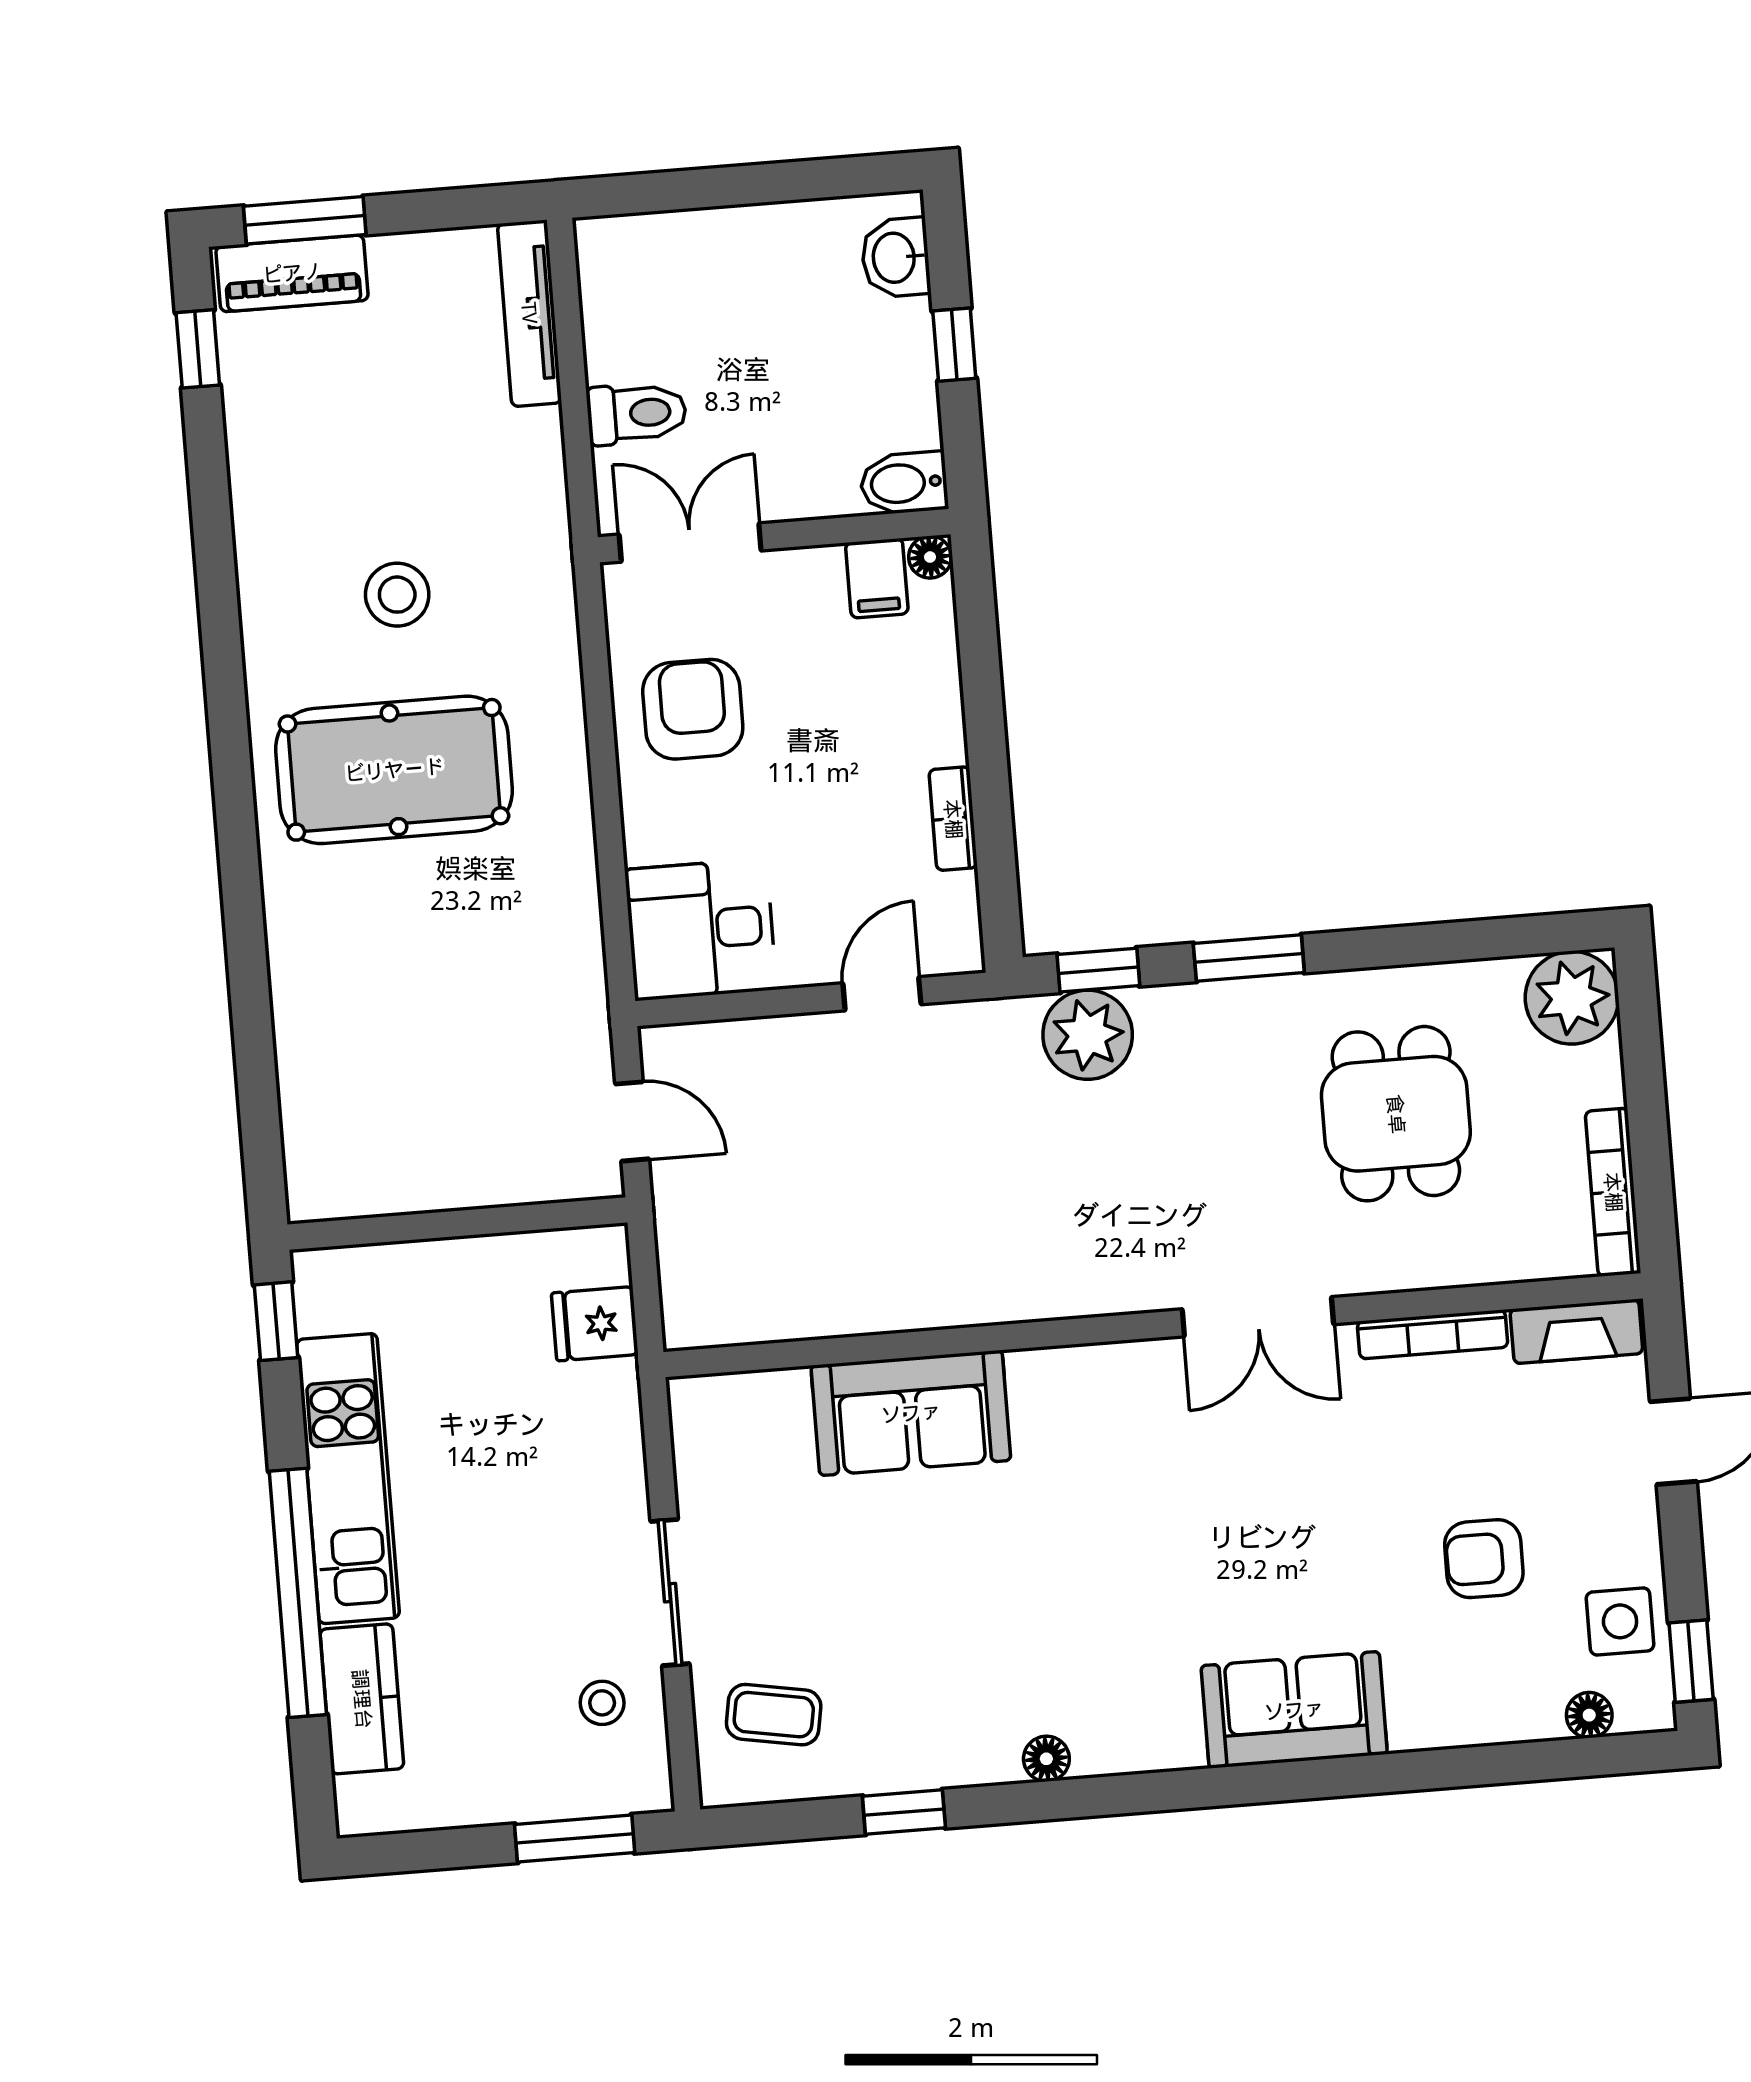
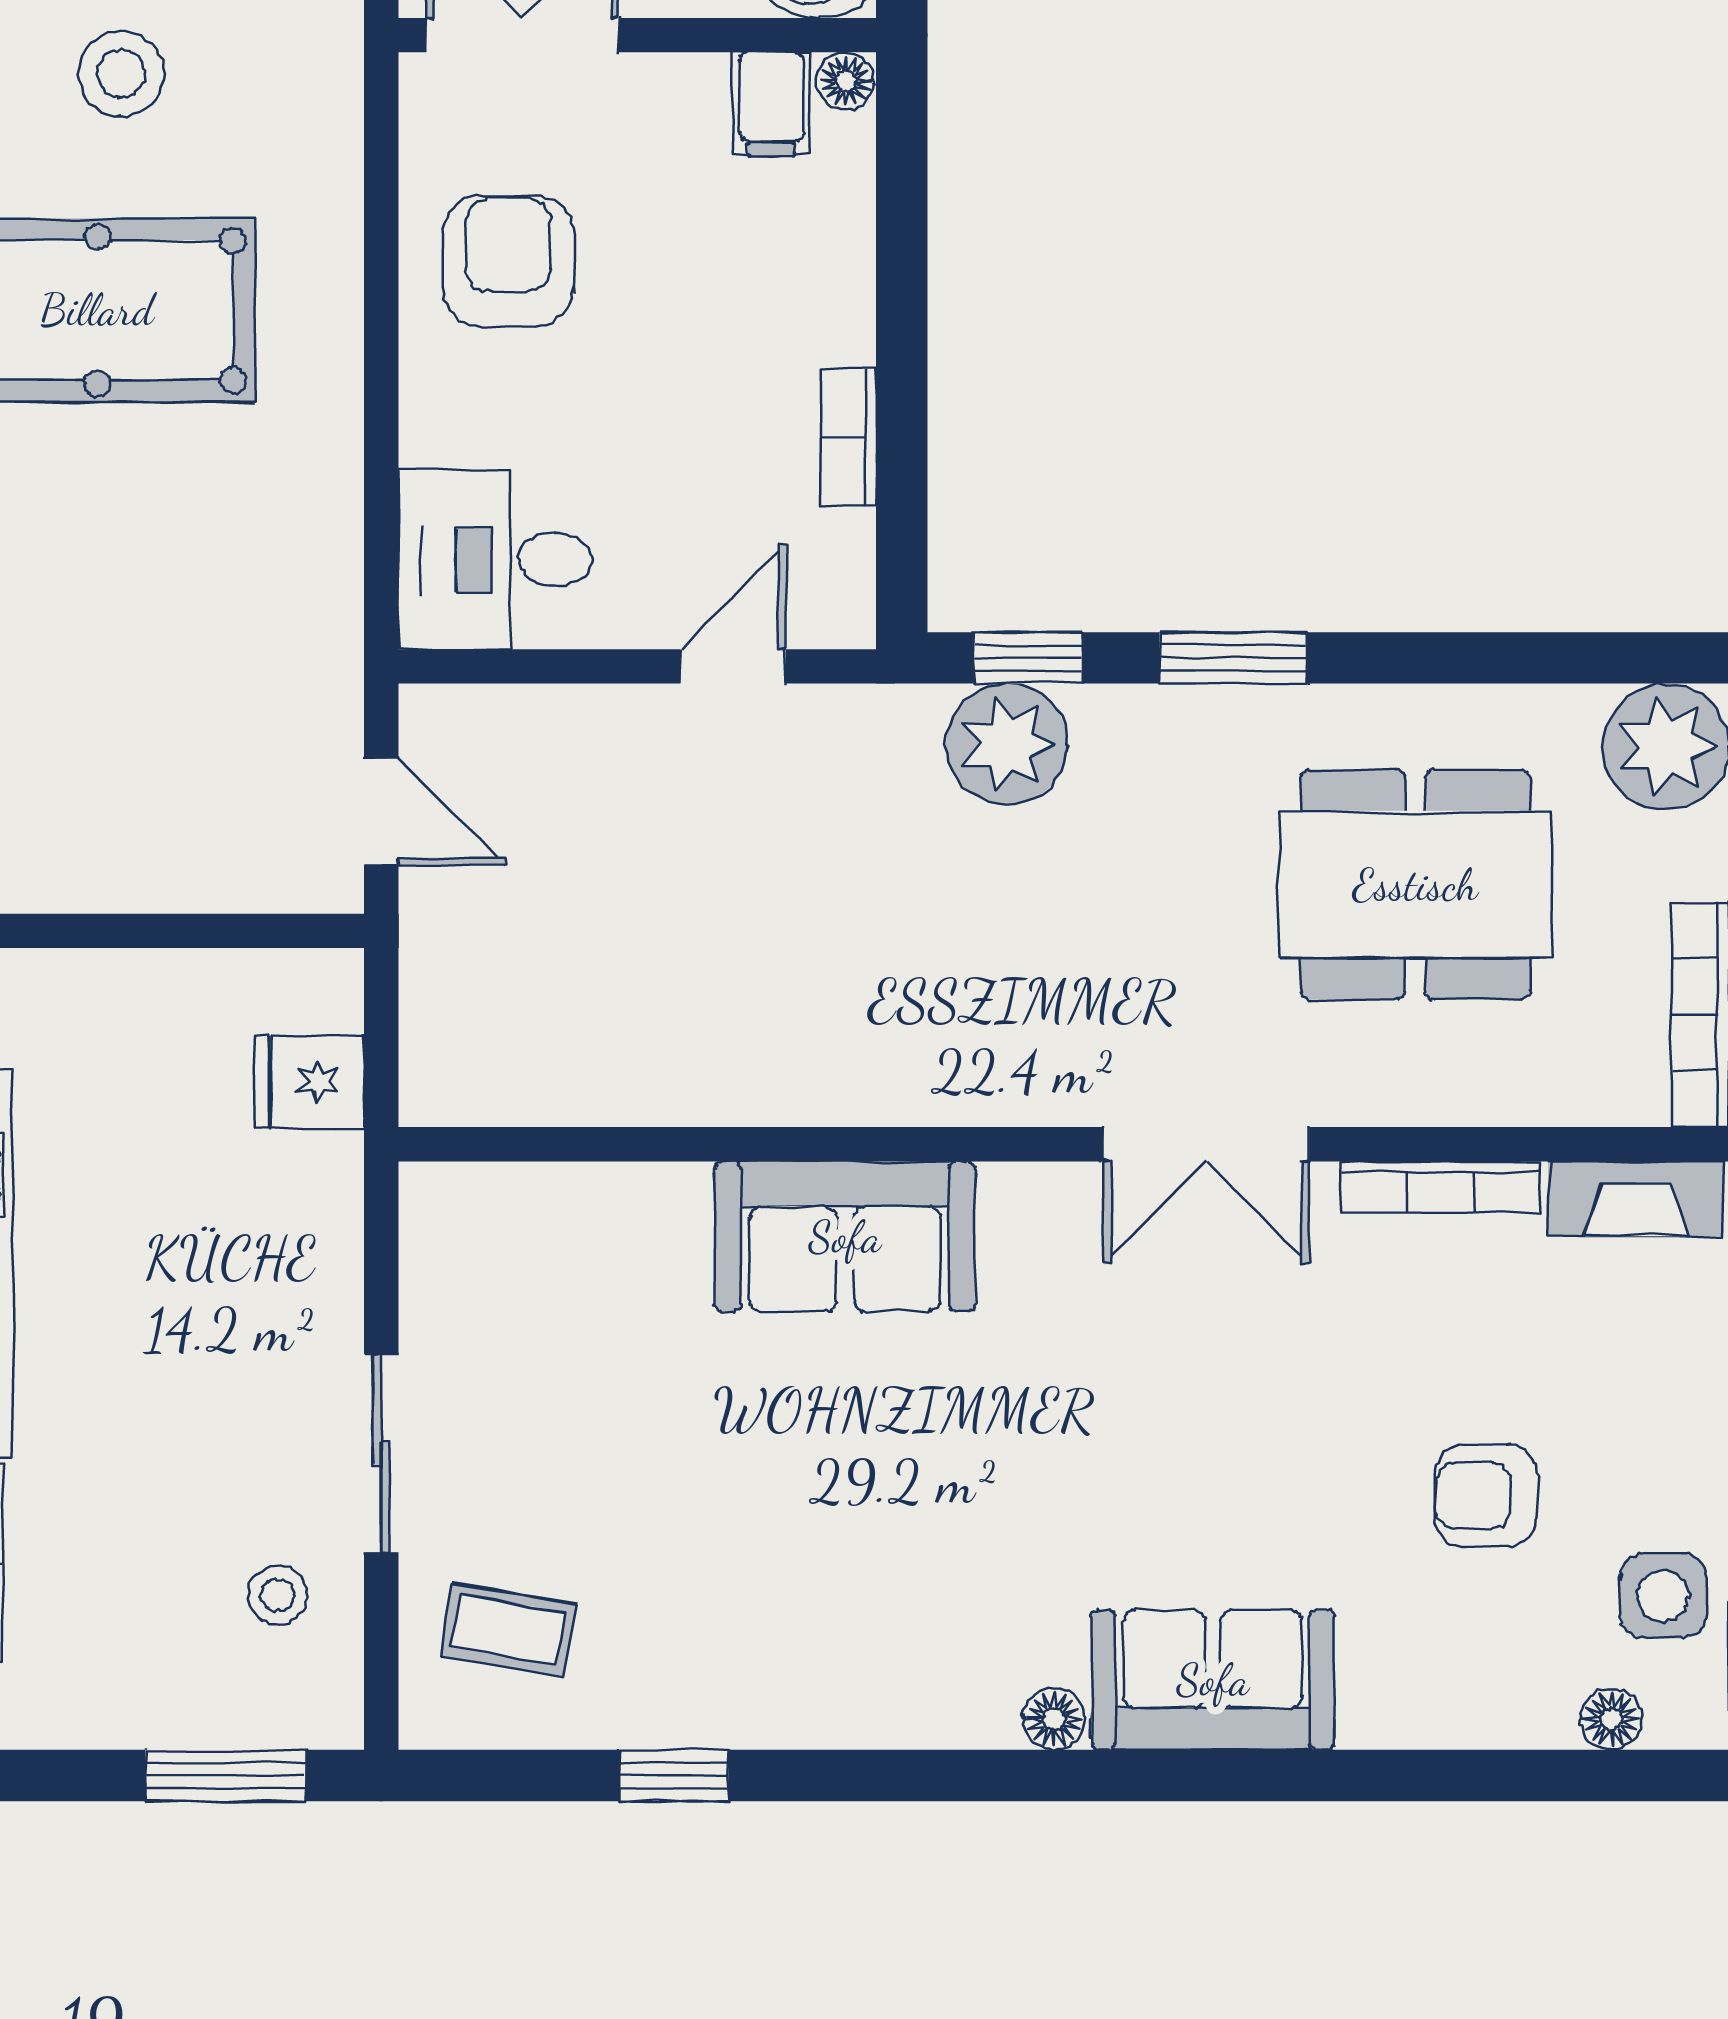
dining table: (1396, 1114) -> (1415, 885), width x1.38
sofa: (911, 1413) -> (845, 1237), moved
floor lamp: (1046, 1759) -> (1054, 1719), moved

